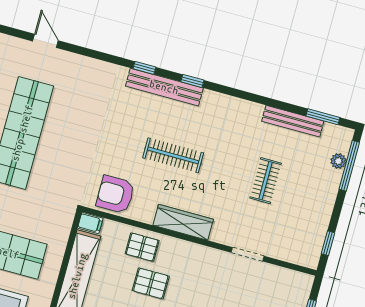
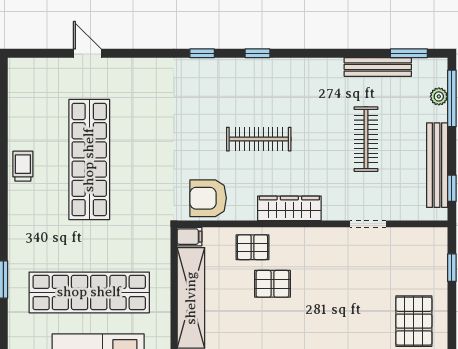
bench: (164, 87) -> (437, 165), moved, turned 90
clothes rail: (266, 181) -> (366, 139), width x1.36

